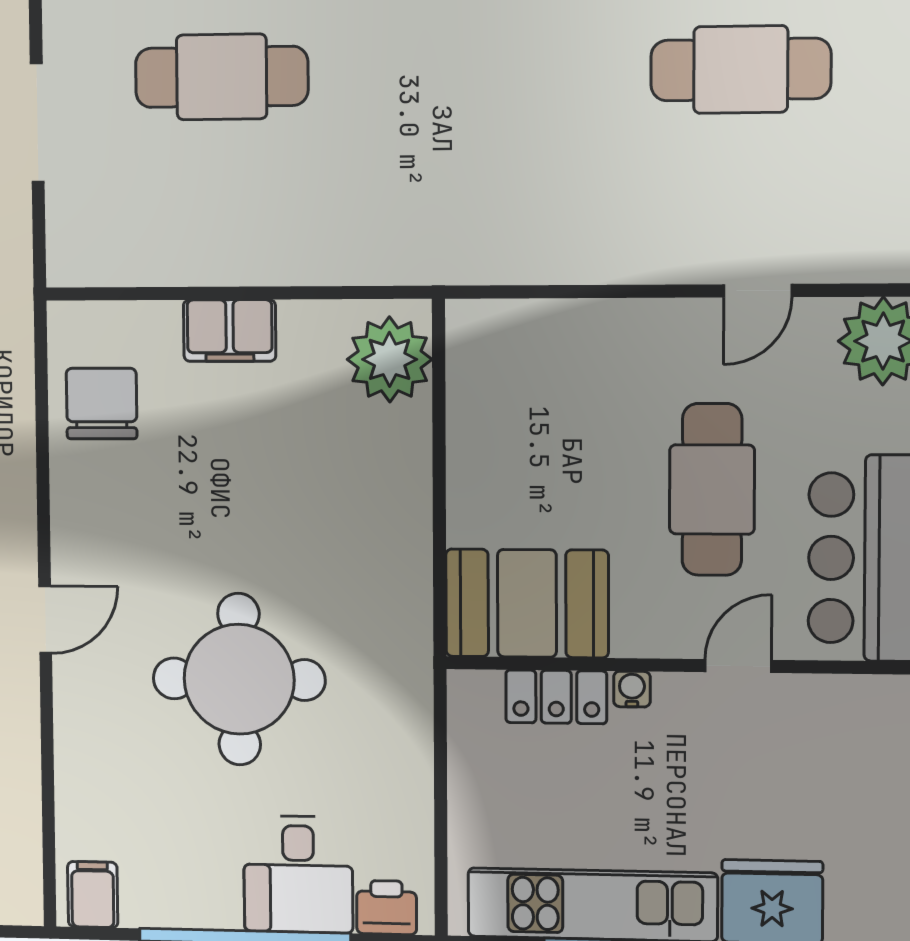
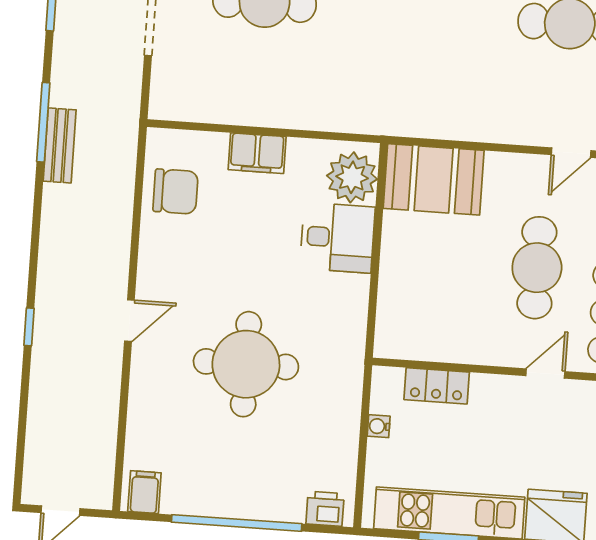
chair: (102, 404) -> (175, 191), turned 90
booth: (527, 603) -> (434, 179), moved
water cooler: (632, 689) -> (379, 426), moved, turned -90
desk: (298, 874) -> (338, 238), moved, turned -90

